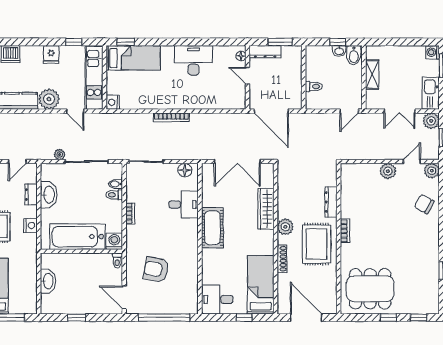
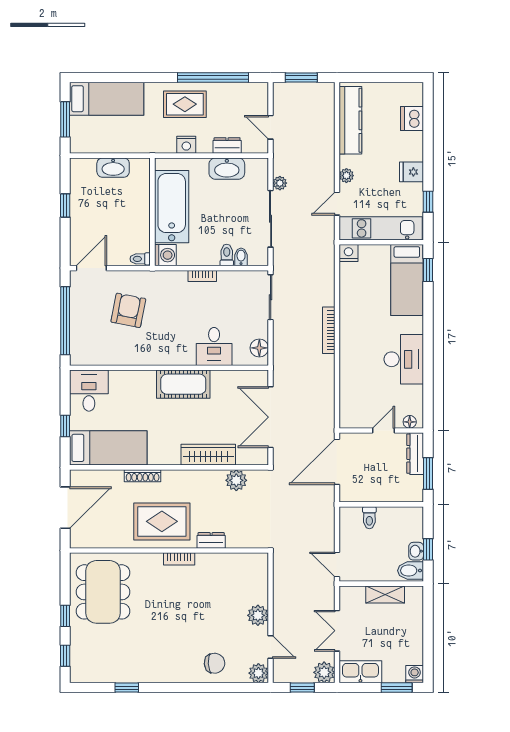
plant: (49, 99) -> (346, 176), width x0.53, depth x0.53
dresser: (331, 202) -> (211, 540), width x0.70
chair: (424, 204) -> (215, 663), turned 58
plant: (285, 227) -> (236, 480), moved

